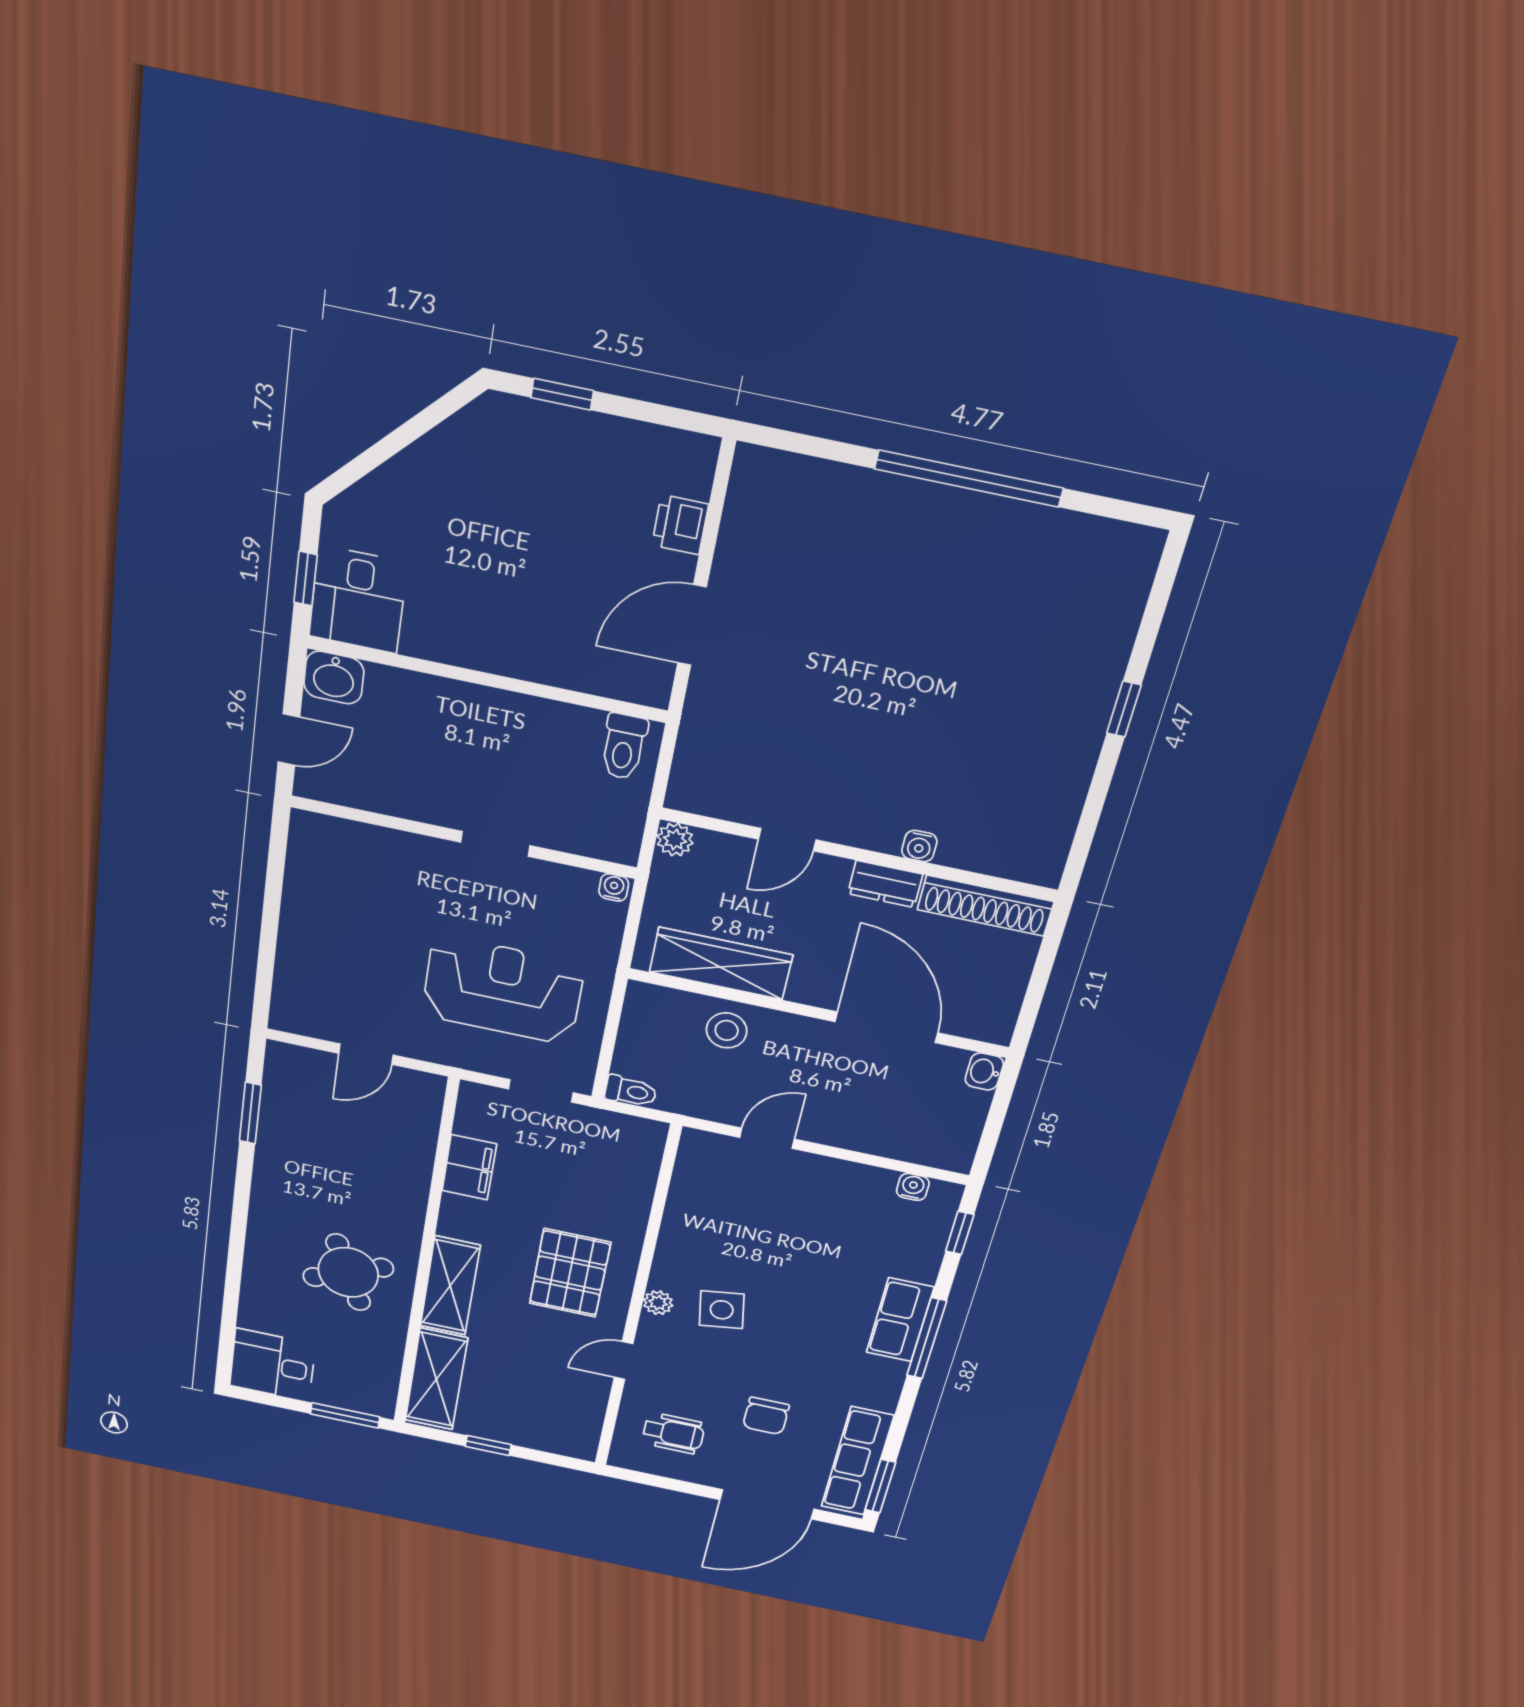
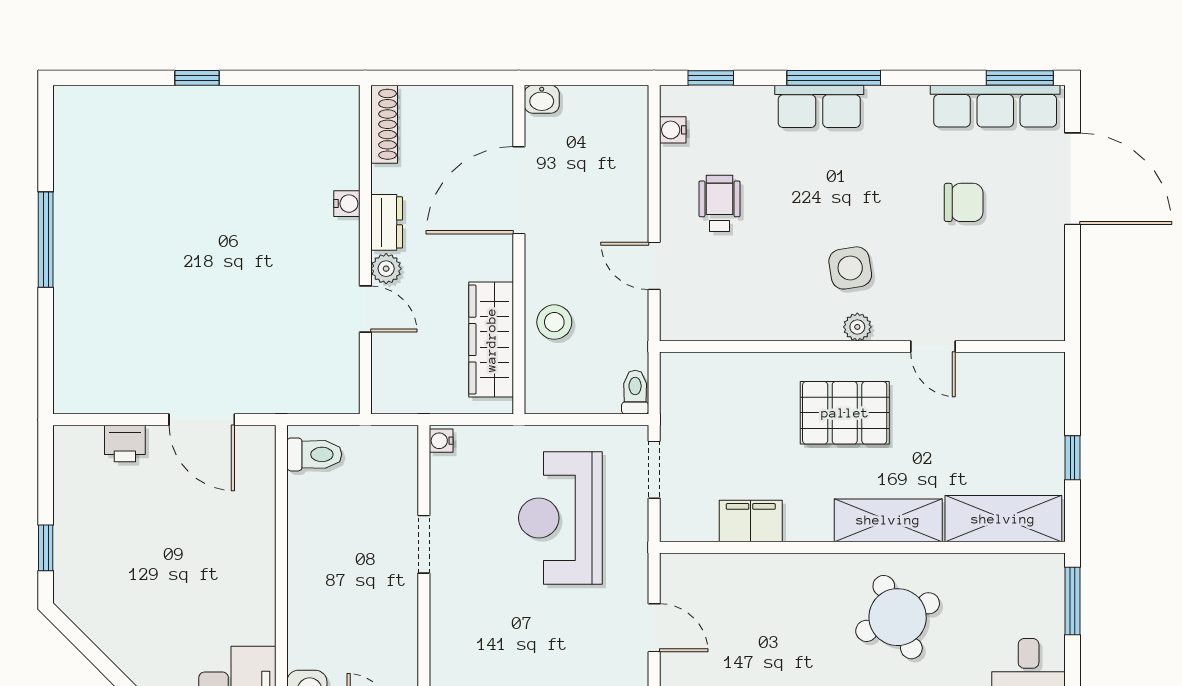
window: (969, 479) -> (46, 240), width x0.68
plant: (675, 840) -> (386, 269), moved
shoe rack: (985, 906) -> (384, 124), width x0.74, depth x0.81
wheelchair: (673, 1433) -> (719, 203), moved

